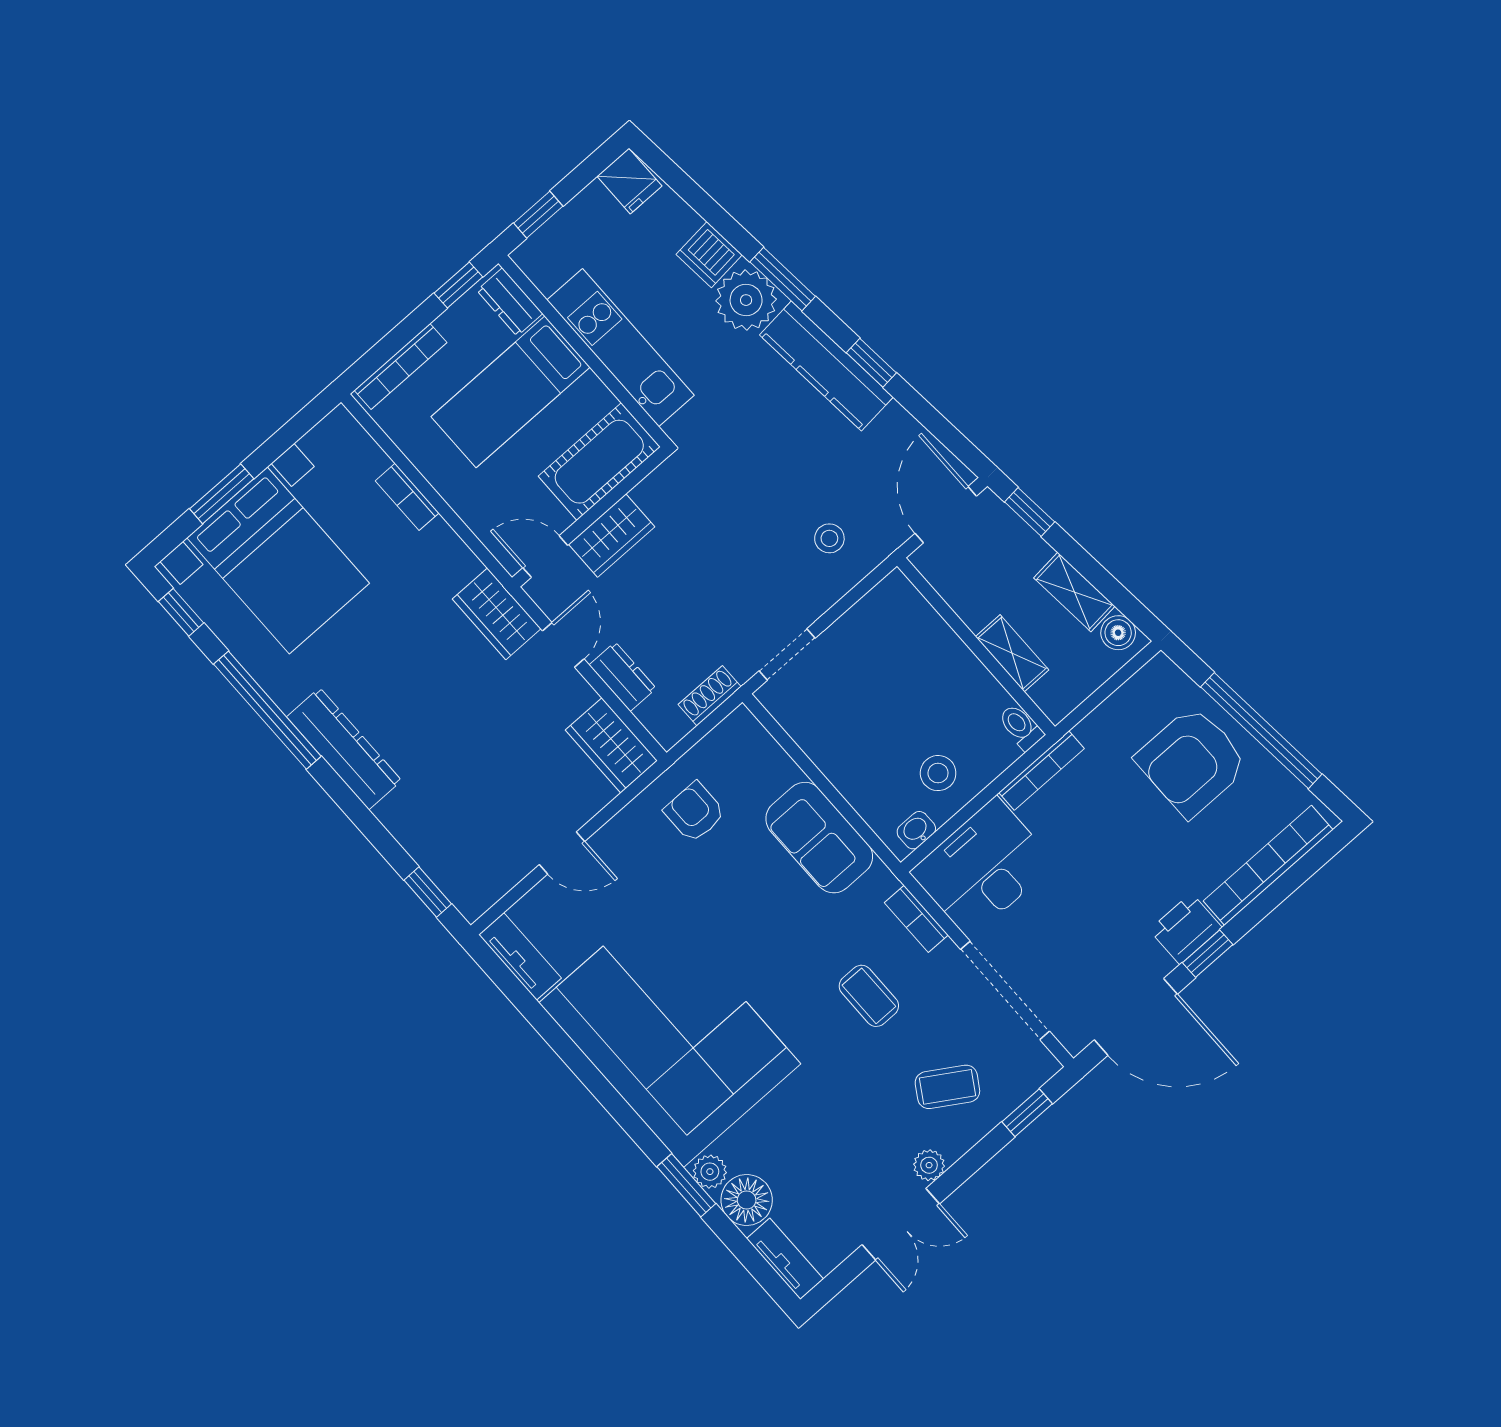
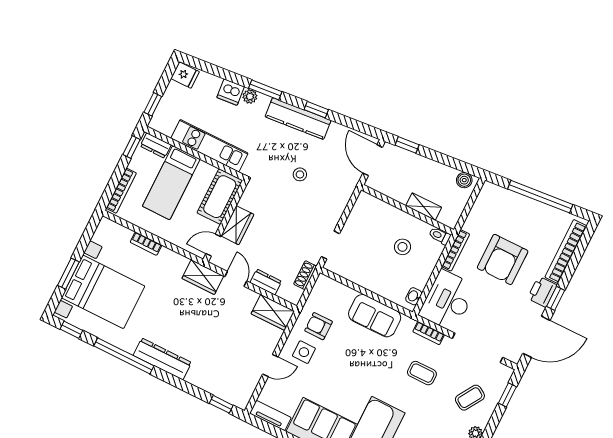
plant: (746, 300) -> (250, 96), width x0.53, depth x0.53
stool: (829, 538) -> (300, 174), moved
shelving: (1074, 592) -> (439, 171), removed
armchair: (1192, 761) -> (503, 259), moved
stool: (938, 773) -> (402, 247), moved
side table: (643, 854) -> (304, 352), added

